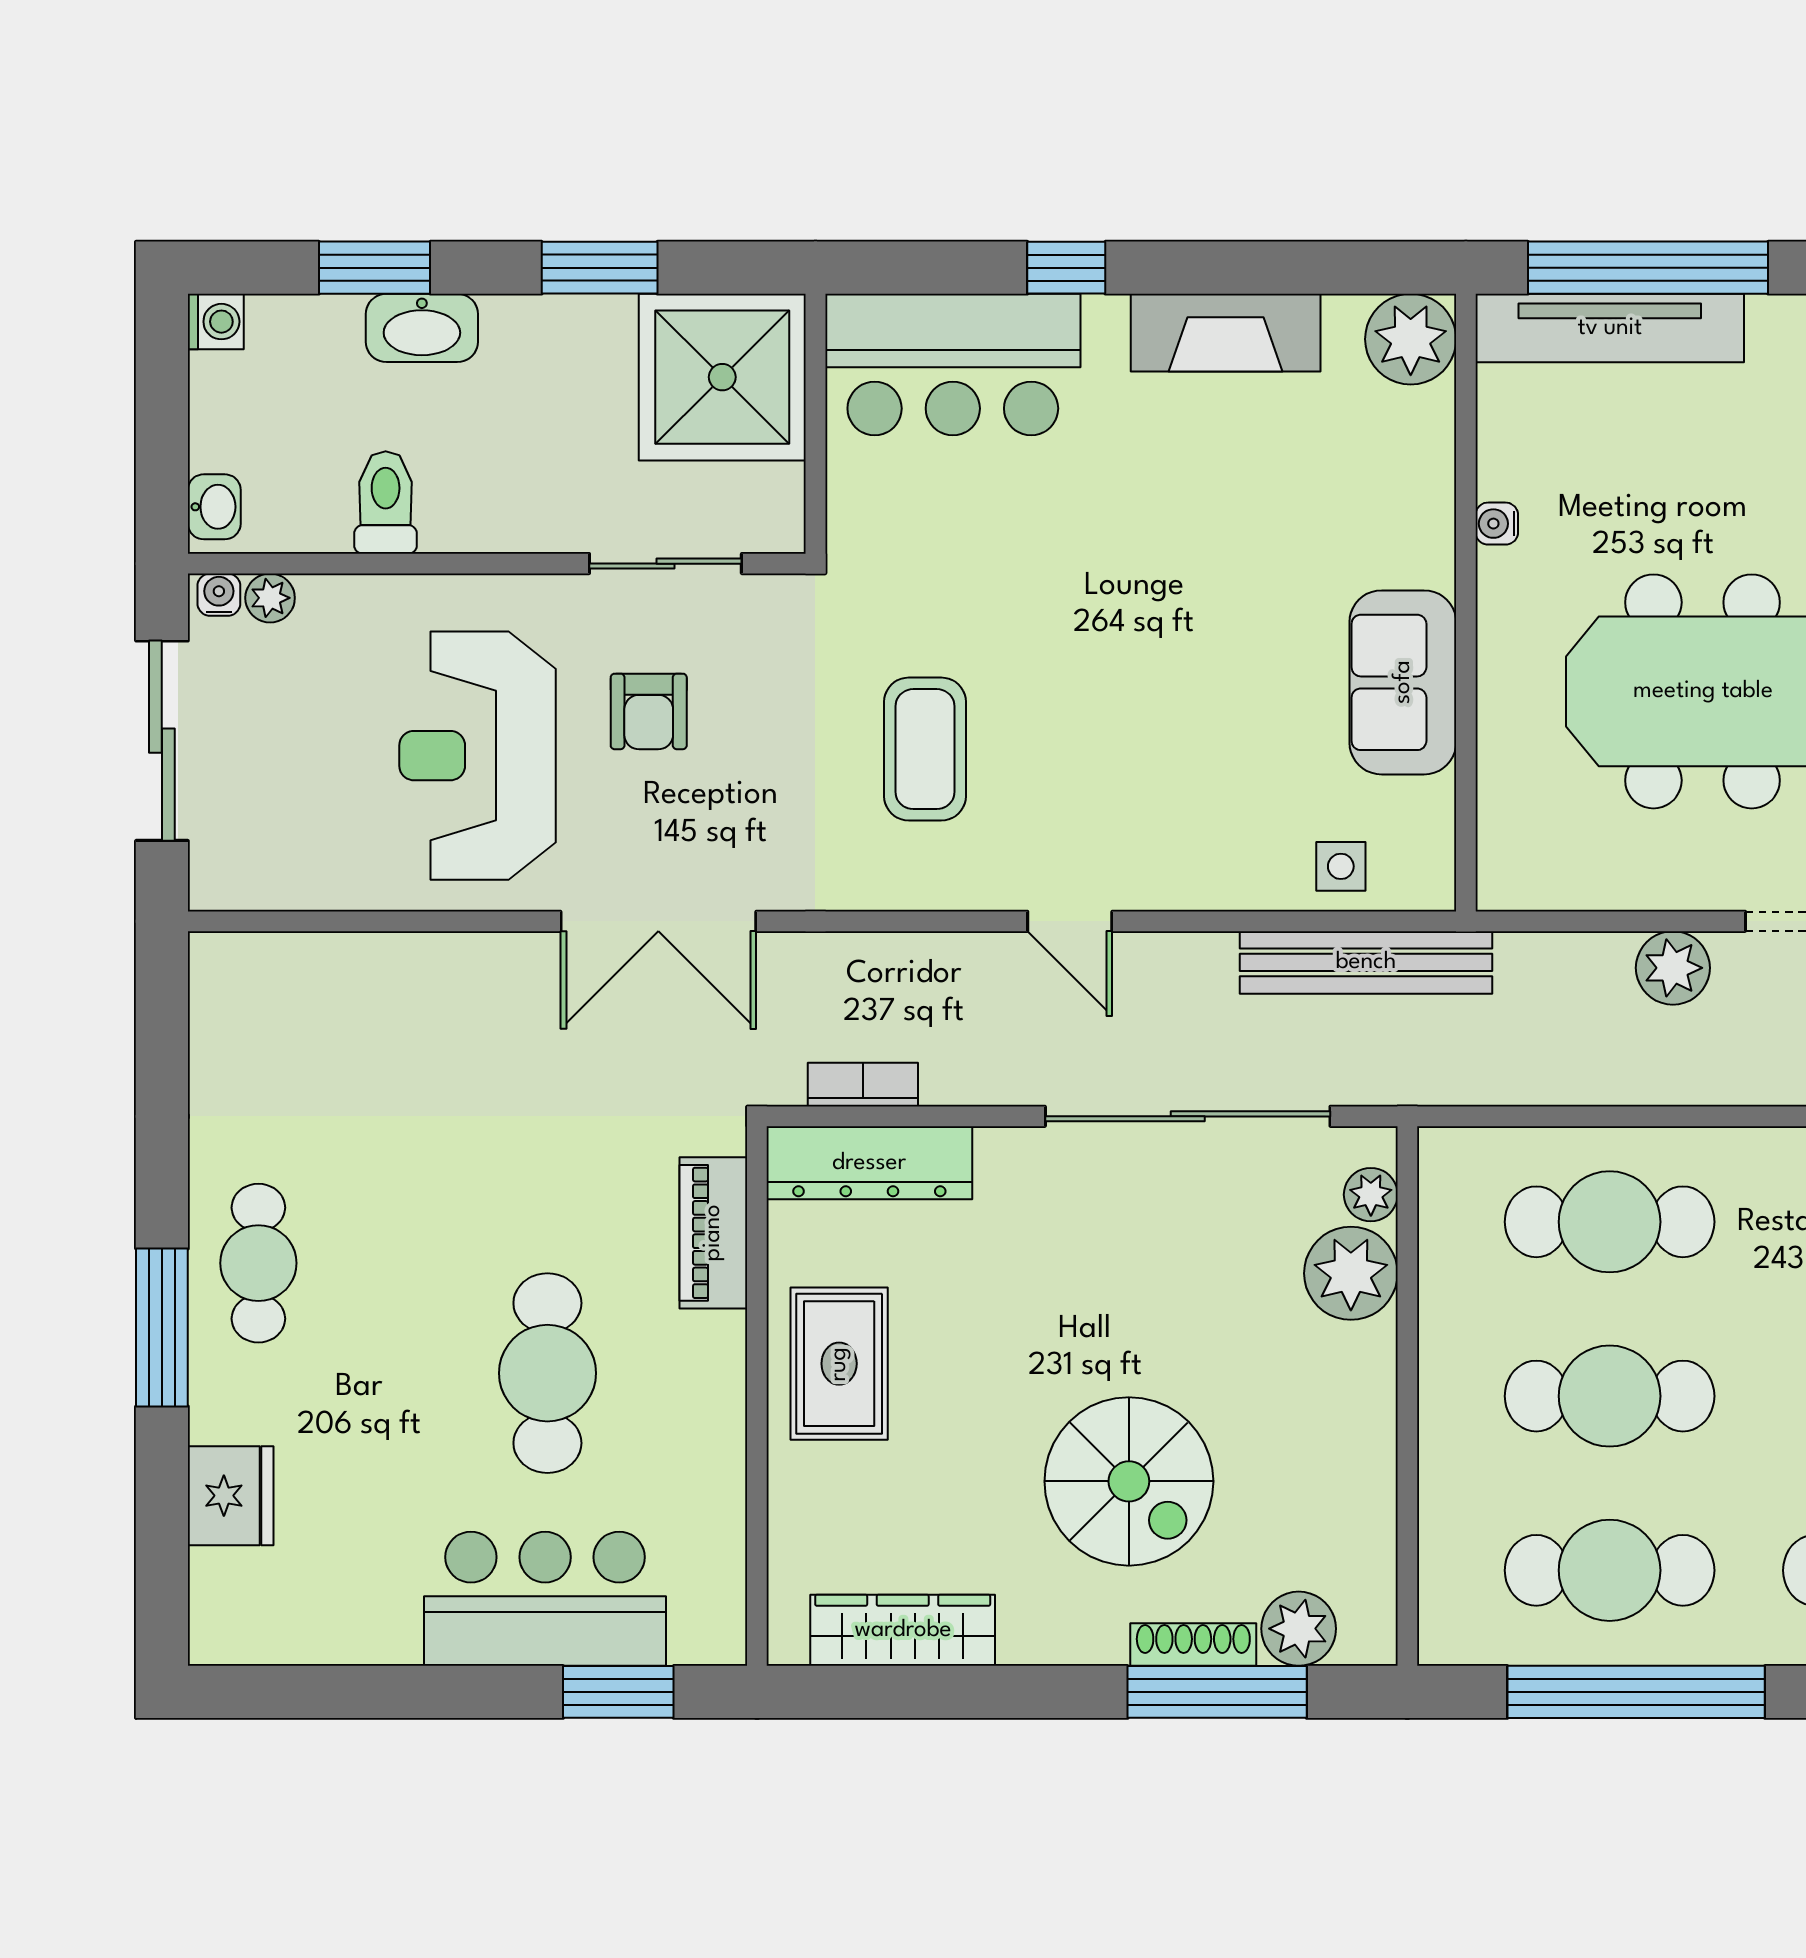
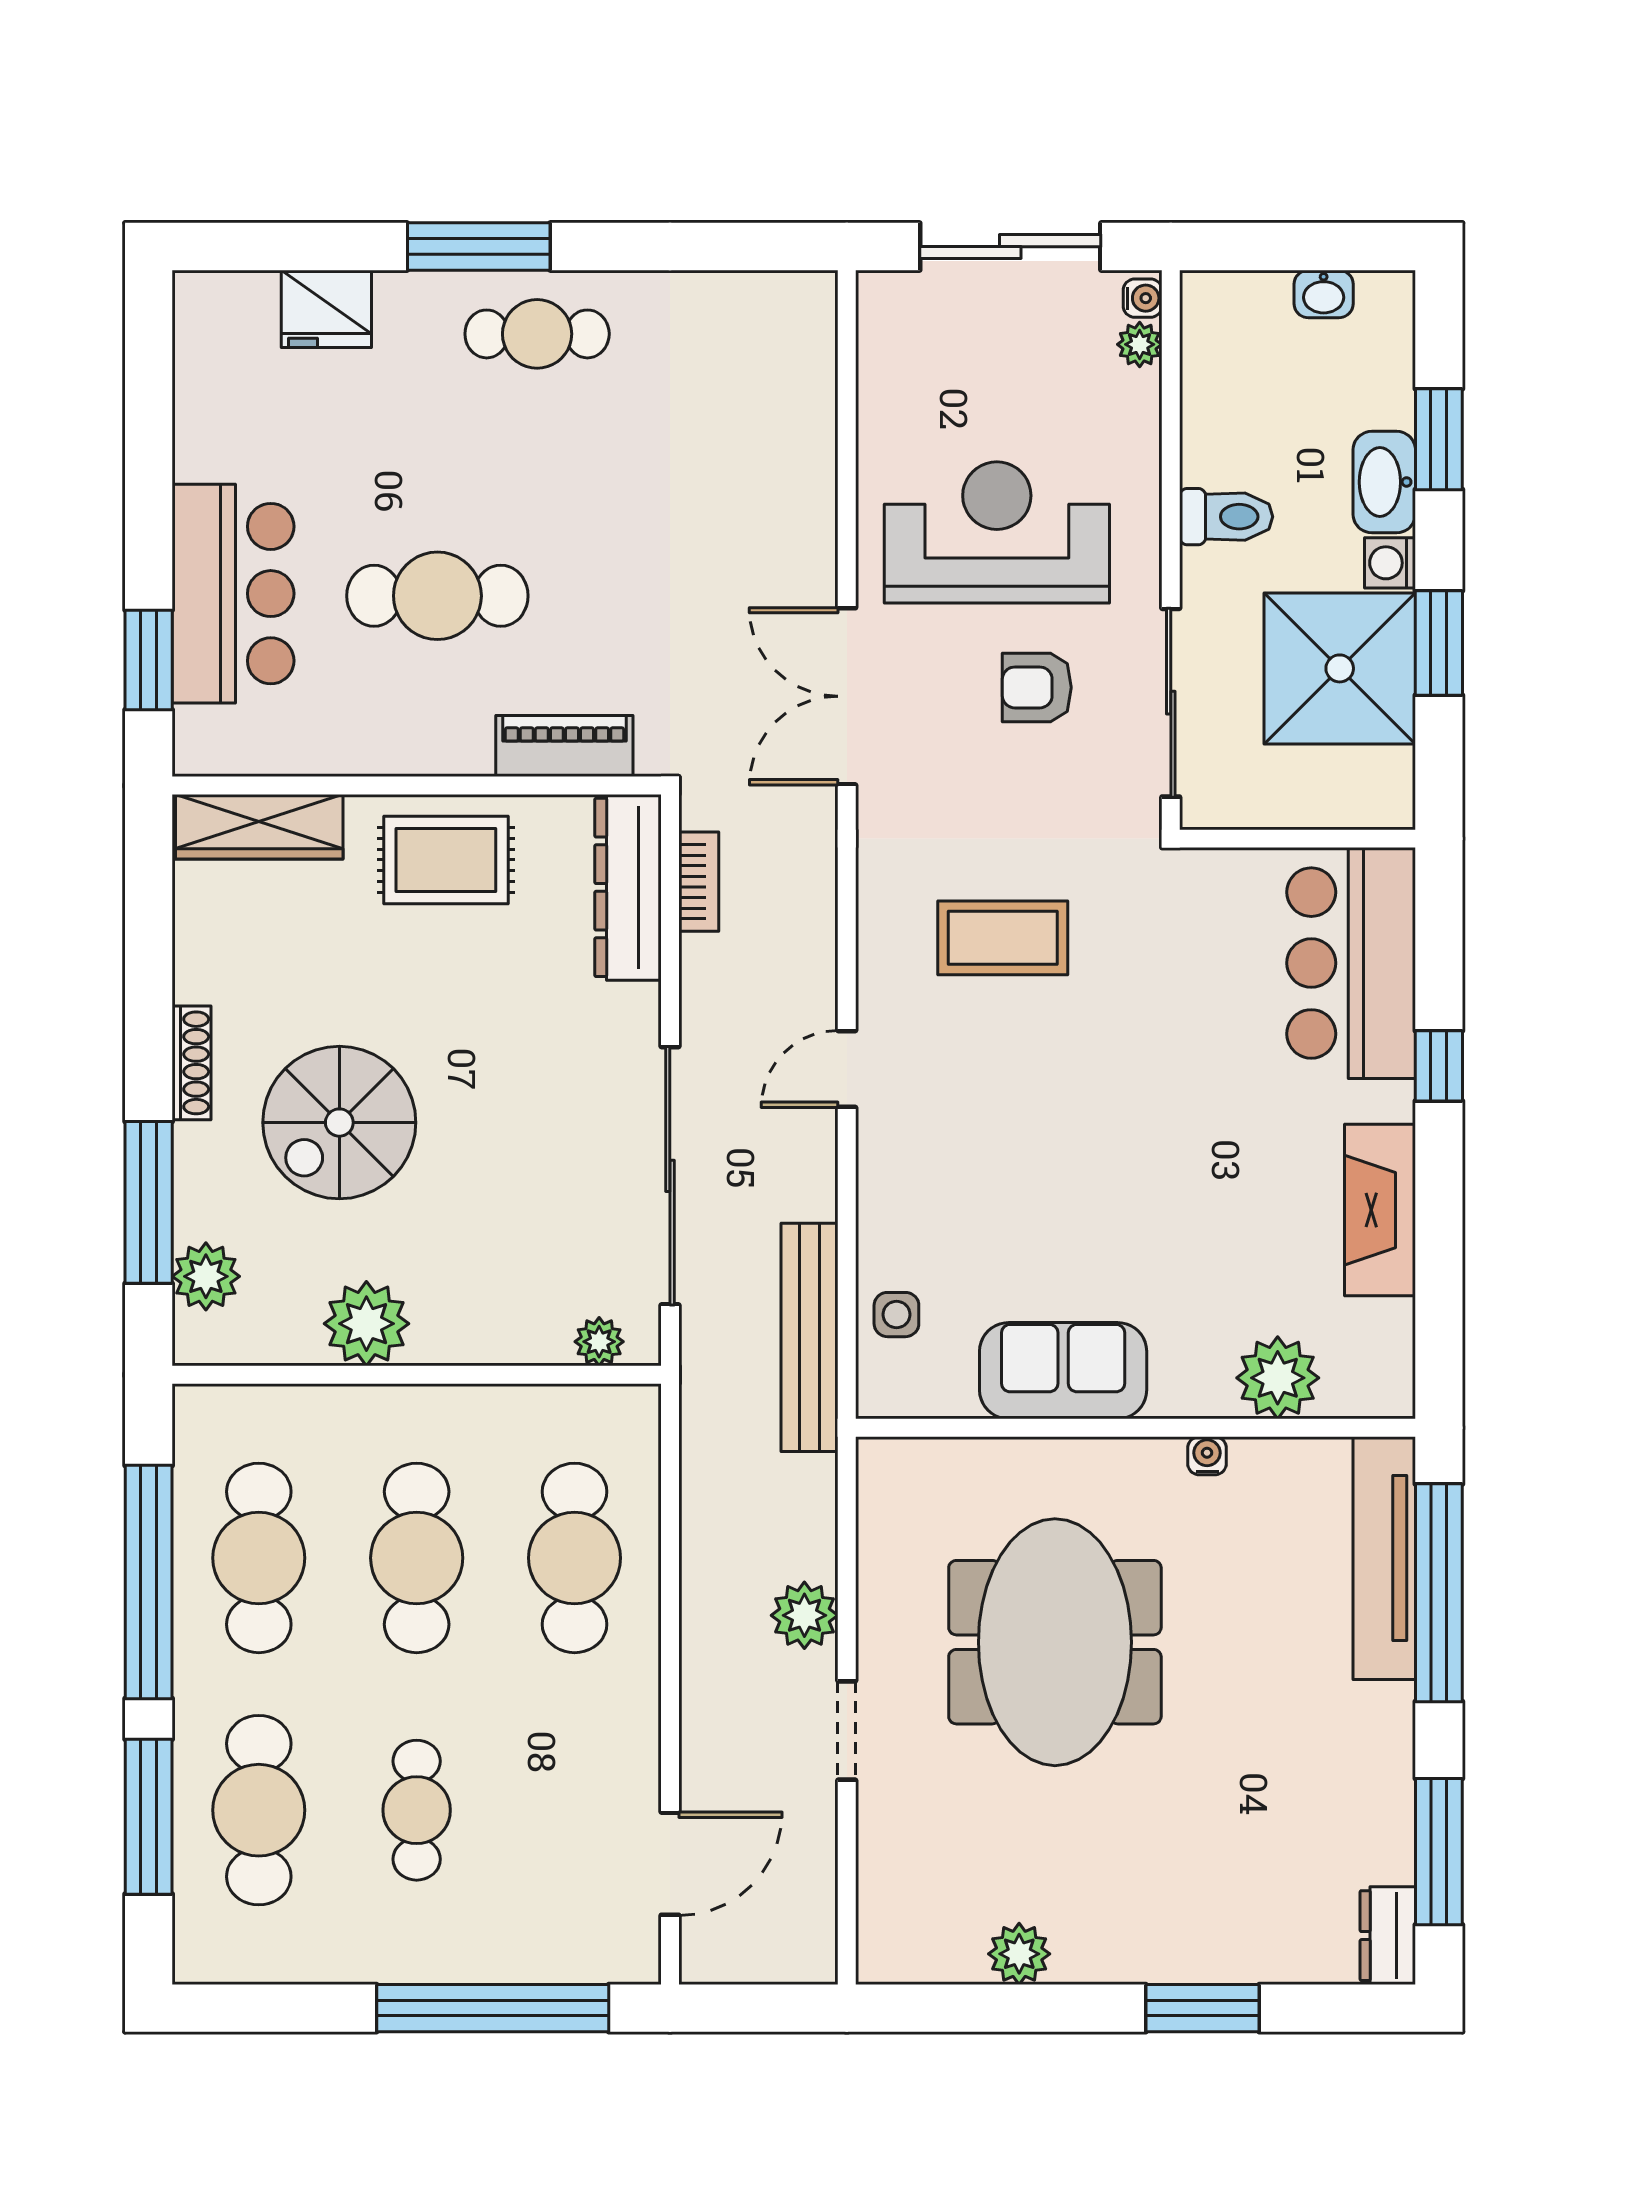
washing machine: (216, 322) -> (1390, 563), moved, turned 90
plant: (1411, 339) -> (1278, 1378), moved
shower: (722, 377) -> (1340, 668), moved
toilet: (386, 502) -> (1226, 517), moved
washbasin: (214, 507) -> (1324, 294), moved
sliding door: (665, 564) -> (1171, 703), width x1.37
plant: (1351, 1273) -> (366, 1324), moved
wardrobe: (903, 1630) -> (259, 827), moved, turned 90
shoe rack: (1193, 1645) -> (192, 1063), moved

